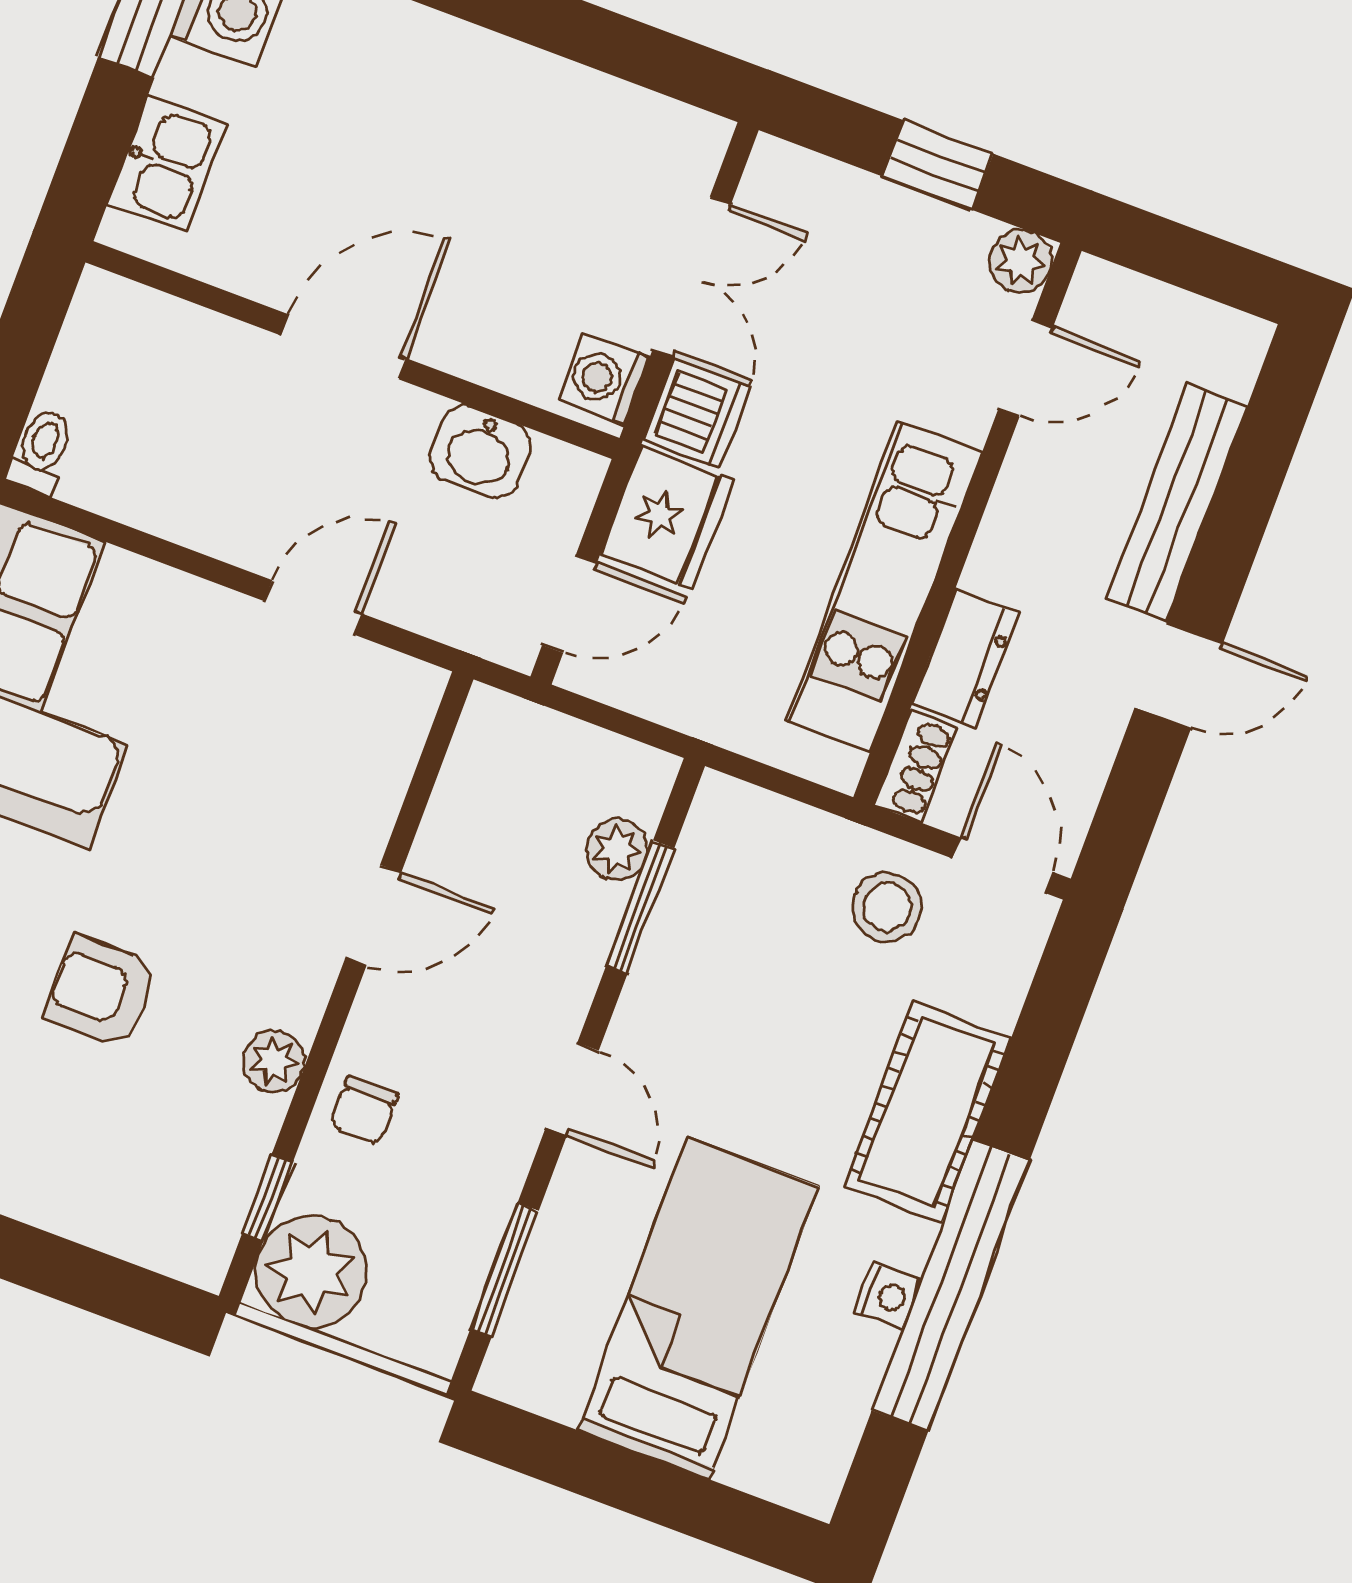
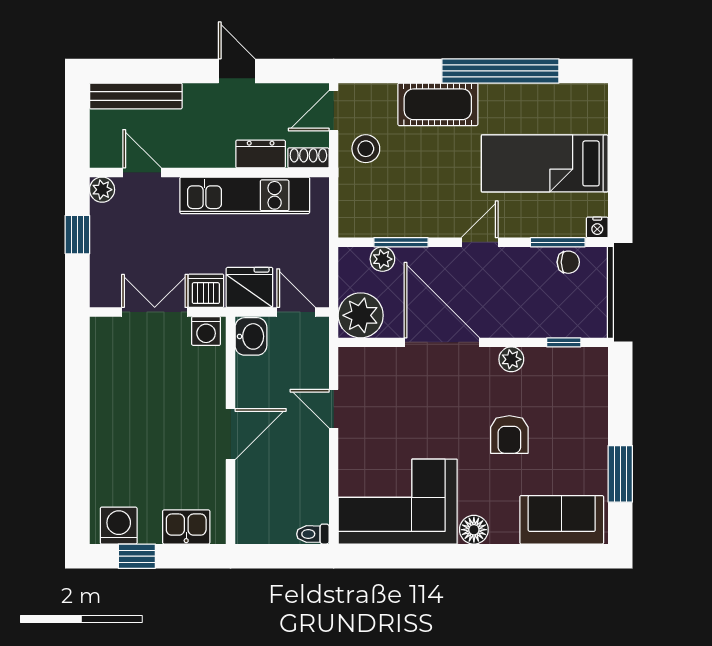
door: (344, 347) -> (231, 434), swing flipped
washbasin: (480, 452) -> (251, 336), moved
bench: (1177, 502) -> (136, 96), moved
door: (373, 915) -> (442, 342), width x1.88
chair: (364, 1110) -> (568, 262), moved
plant: (311, 1271) -> (361, 315), moved
nightstand: (888, 1296) -> (597, 227), moved, turned 180

